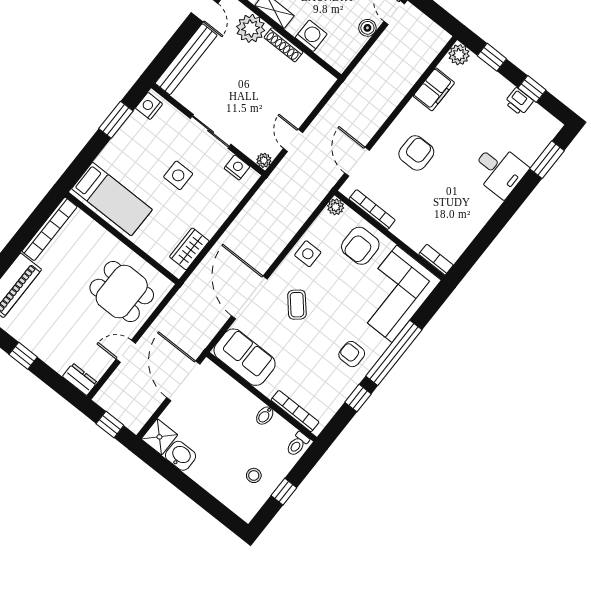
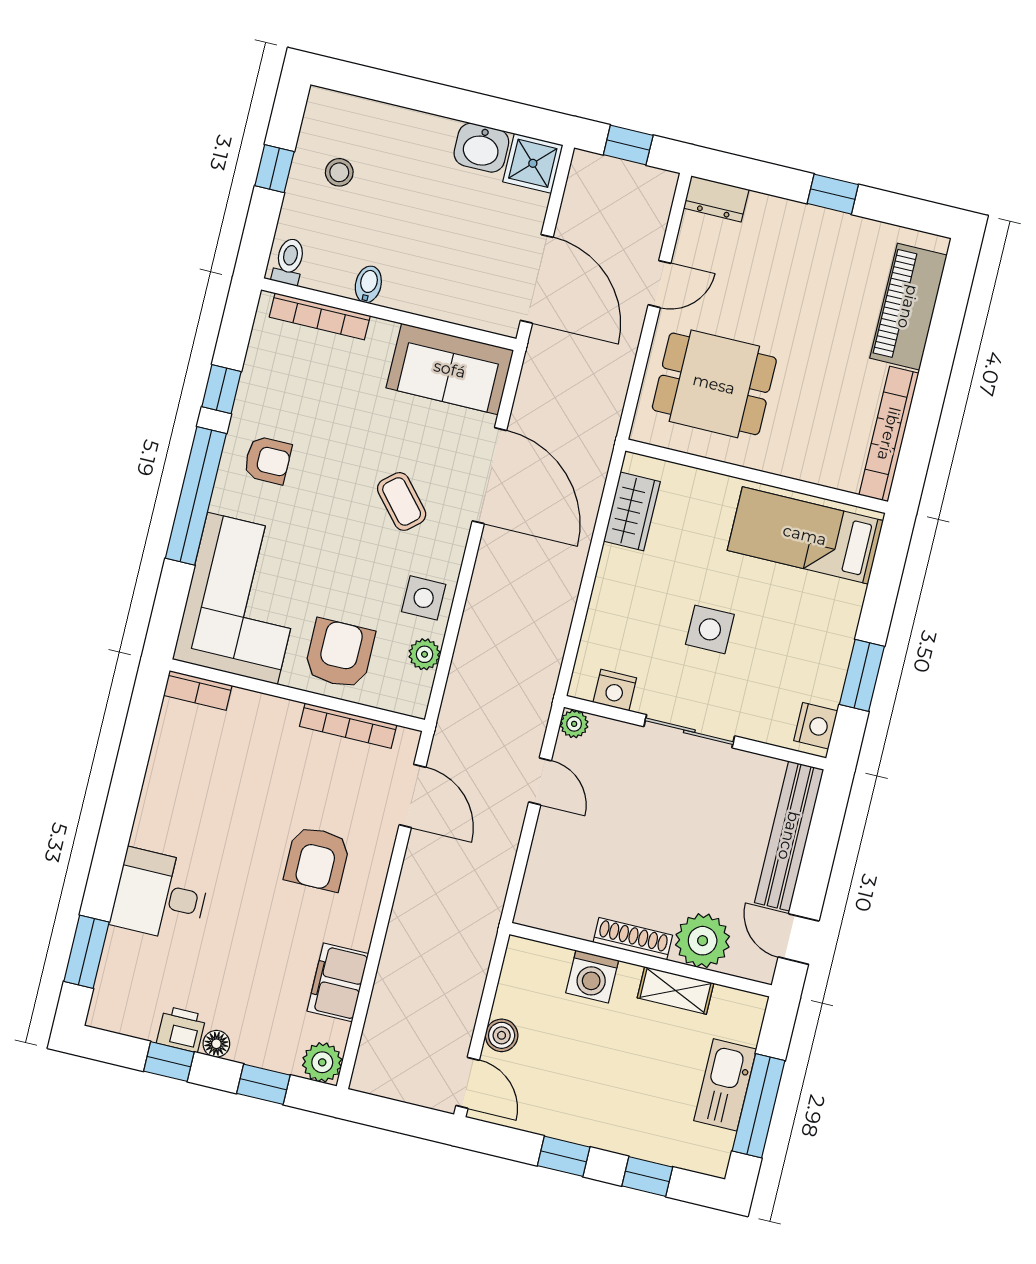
floor lamp: (505, 87) -> (216, 1044), added
plant: (336, 207) -> (424, 654), moved

